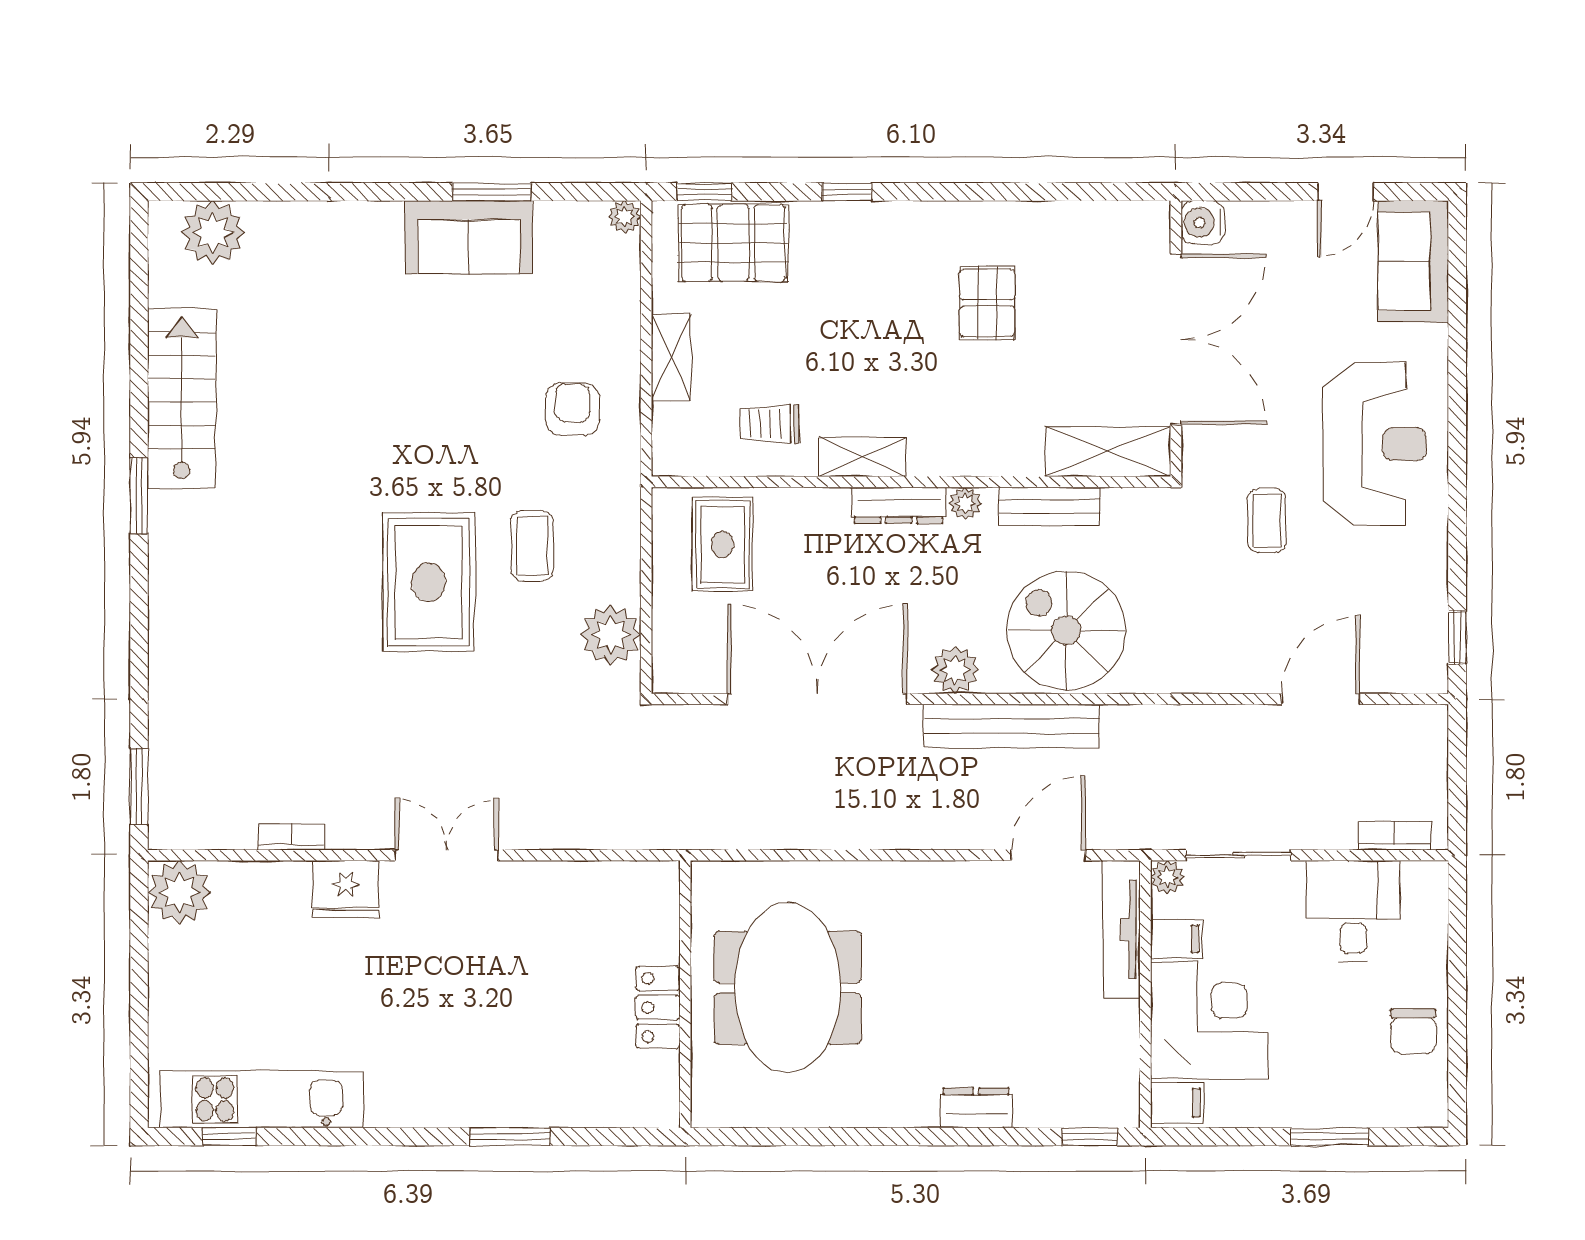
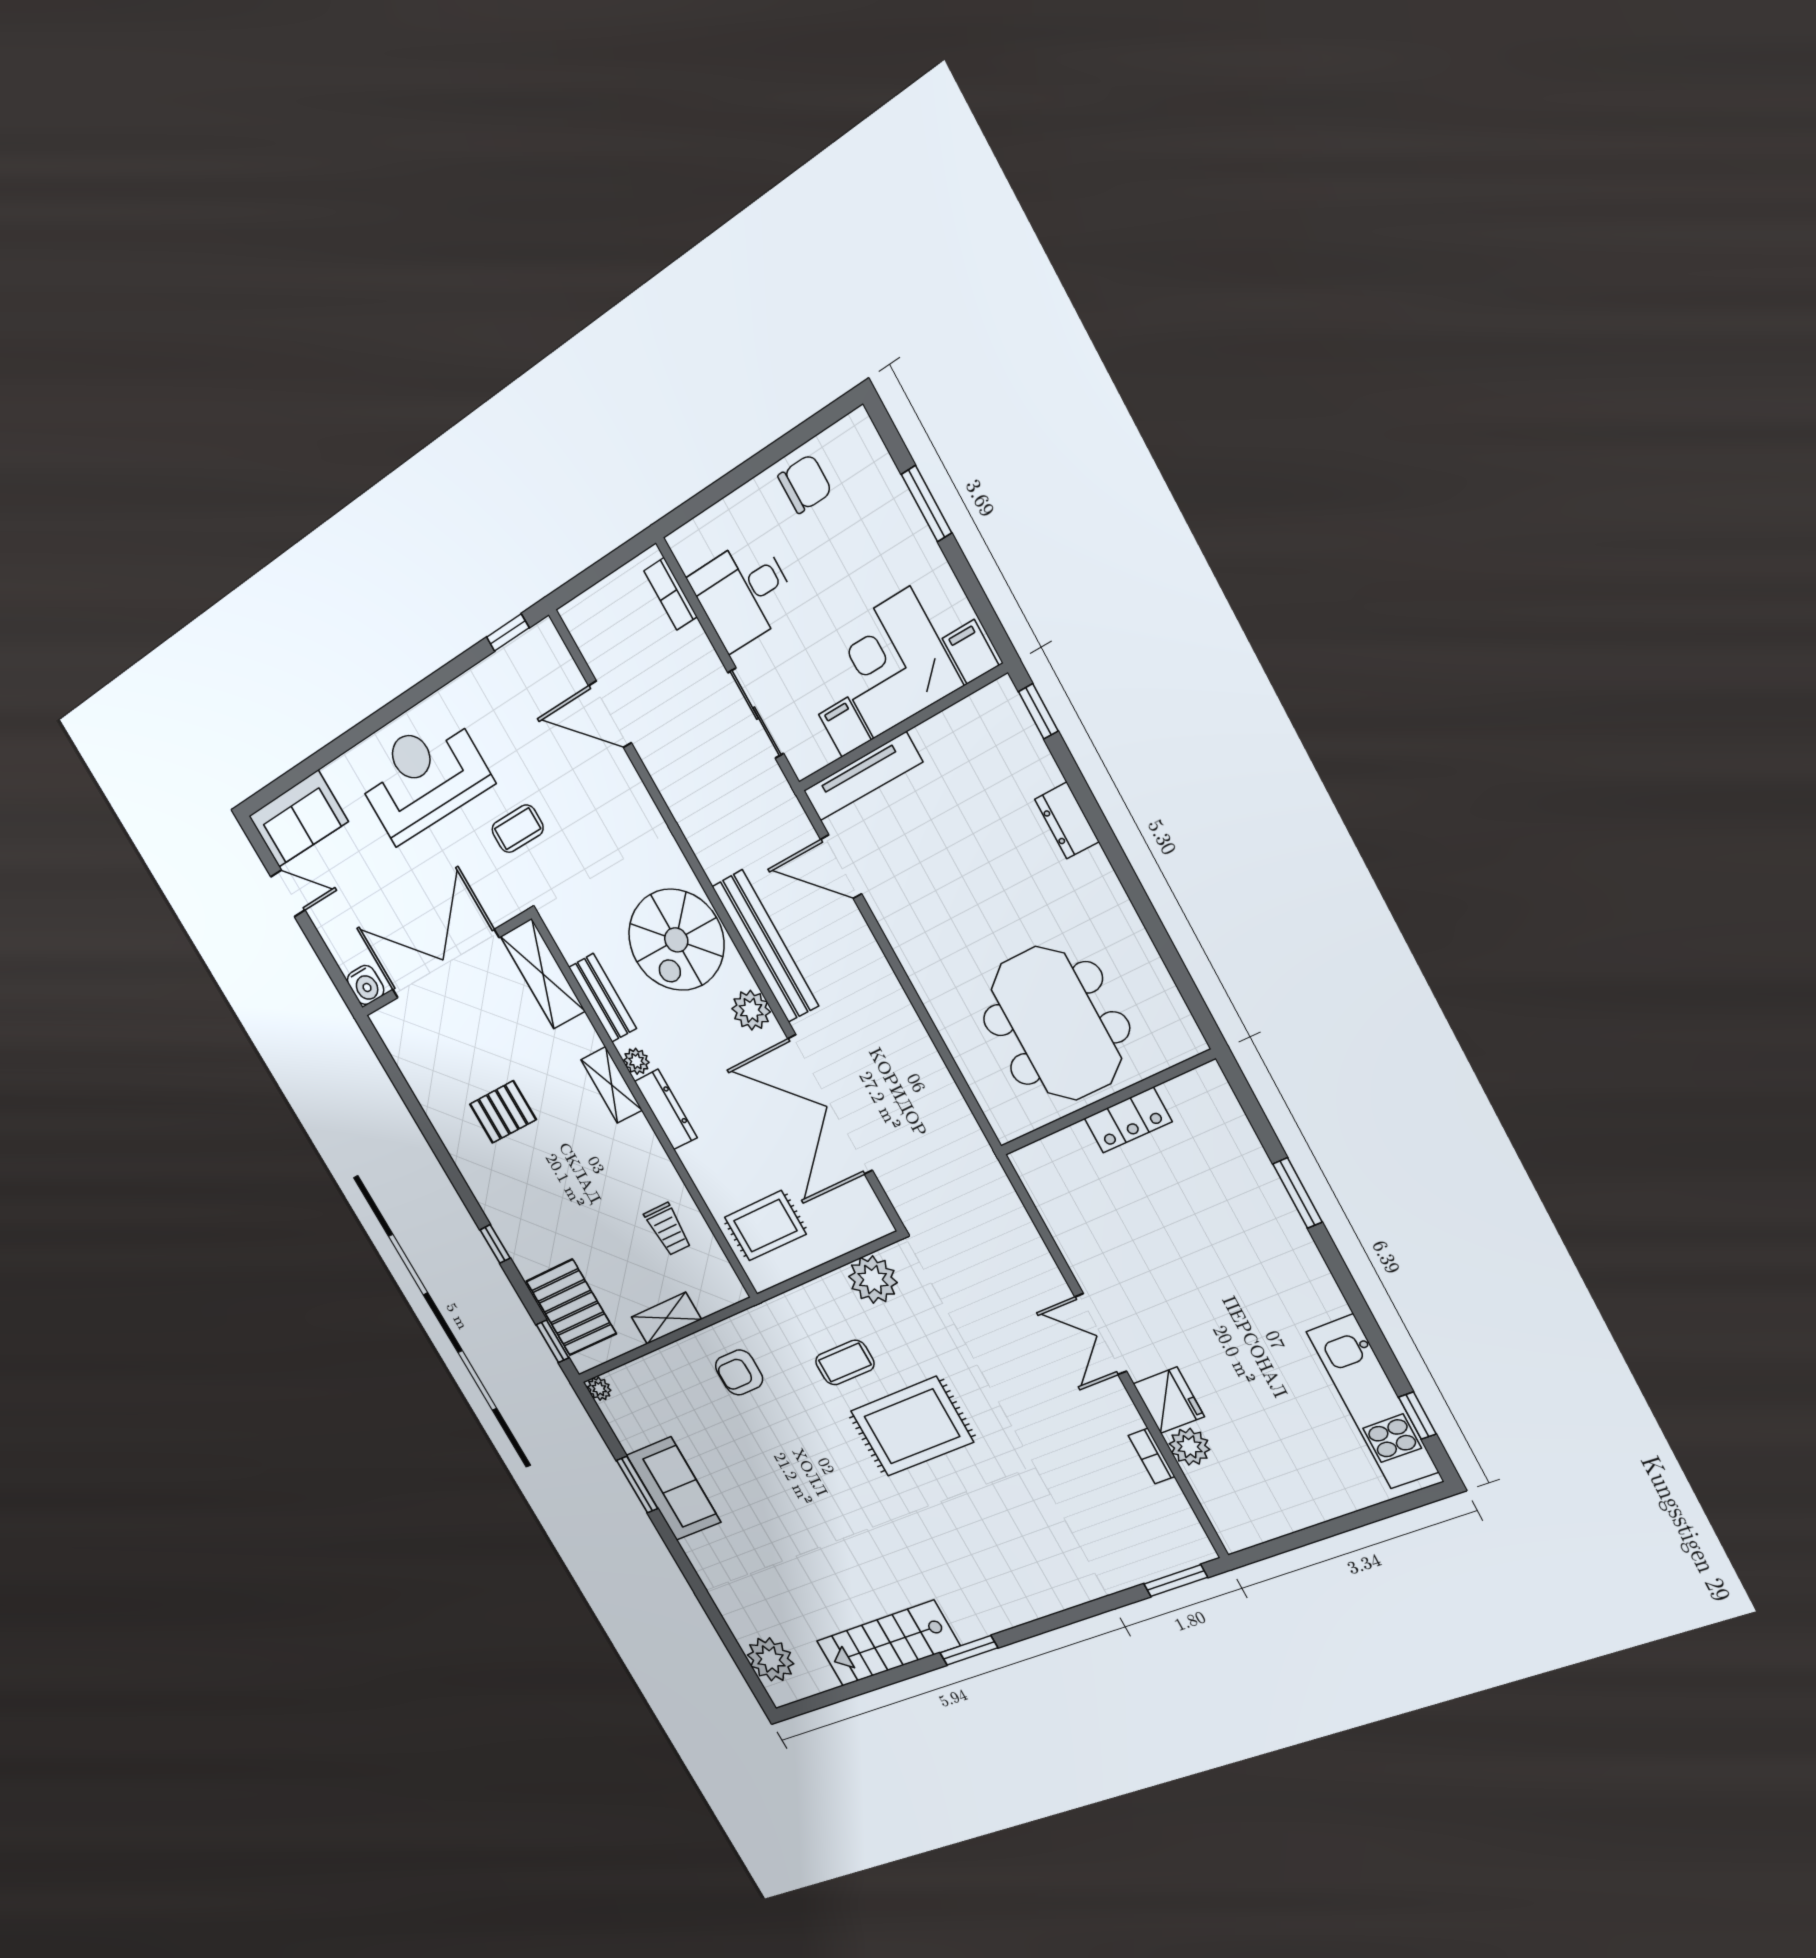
shelving: (863, 457) -> (612, 1085), moved
plant: (1167, 877) -> (804, 762), removed
plant: (180, 892) -> (1190, 1447), moved, width x0.73, depth x0.73
meeting table: (788, 988) -> (1056, 1024), turned 90

